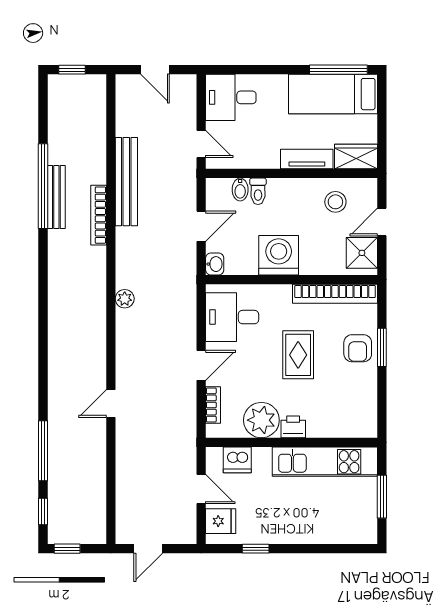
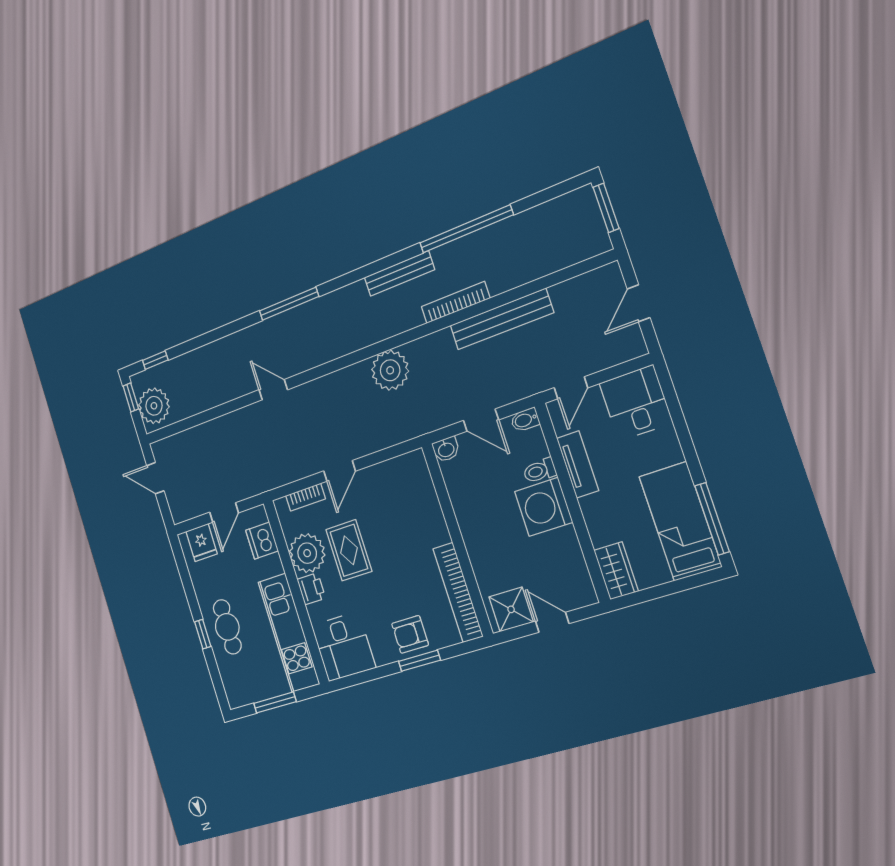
window: (72, 70) -> (606, 208), width x1.50
tv unit: (307, 159) -> (578, 464), moved
bidet: (240, 190) -> (525, 420), moved
bench: (56, 197) -> (399, 274), moved
stool: (335, 202) -> (557, 563), removed
washing machine: (279, 255) -> (544, 507), moved, turned 180
plant: (125, 299) -> (390, 370), width x1.87, depth x1.87
desk: (232, 317) -> (343, 646), moved, turned 180
rug: (298, 355) -> (349, 550), moved, turned 90
door: (201, 365) -> (340, 471), hinge flipped
window: (43, 451) -> (289, 304), moved
cafe table: (303, 521) -> (227, 627), added
plant: (83, 527) -> (154, 406), added
window: (256, 549) -> (203, 634), moved

